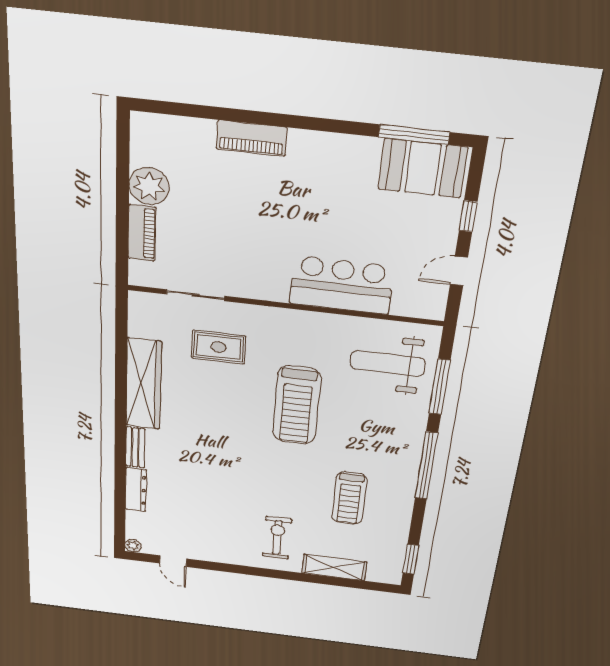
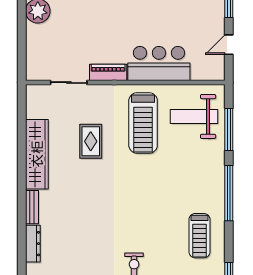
piano: (142, 233) -> (108, 72), moved, turned -90
rug: (218, 347) -> (91, 141), moved, turned 90
treadmill: (297, 405) -> (143, 123), moved
treadmill: (349, 498) -> (200, 236), moved

